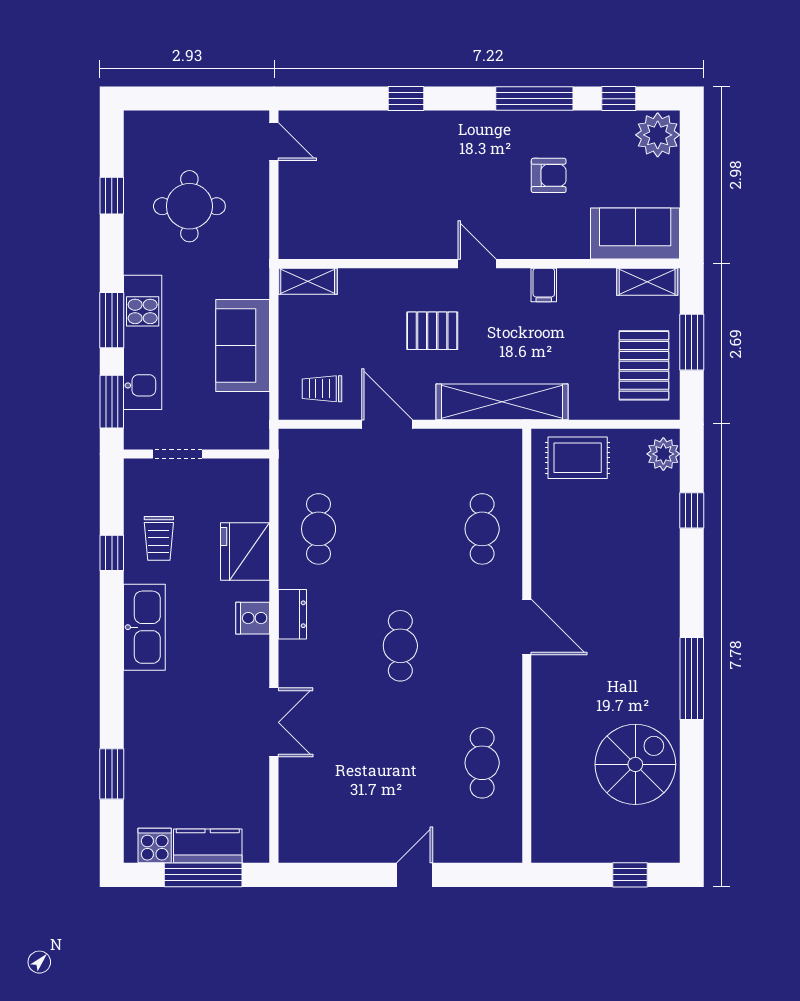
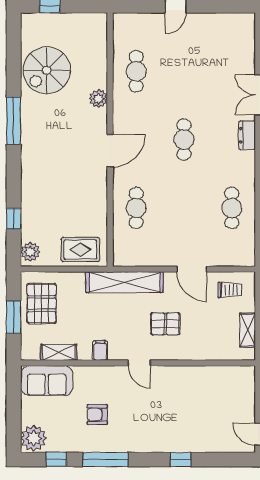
shelving: (308, 281) -> (248, 330), moved, turned 90
shelving: (647, 282) -> (59, 352), moved
dresser: (292, 614) -> (247, 135), moved
door: (527, 627) -> (110, 151), swing flipped
plant: (547, 716) -> (98, 99), added

